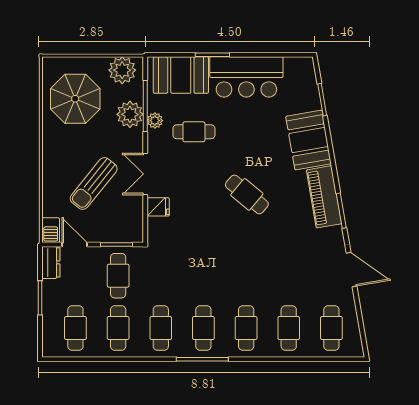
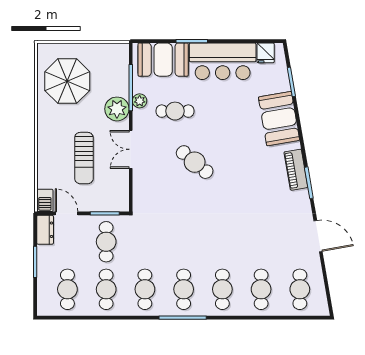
plant: (122, 70) -> (110, 55), removed
plant: (130, 114) -> (117, 109), moved
sun lounger: (94, 183) -> (84, 158), turned -39
cafe table: (247, 194) -> (195, 162), moved
piano: (324, 197) -> (296, 170), width x0.73, depth x0.75
fridge: (158, 207) -> (266, 53), moved, turned 90

